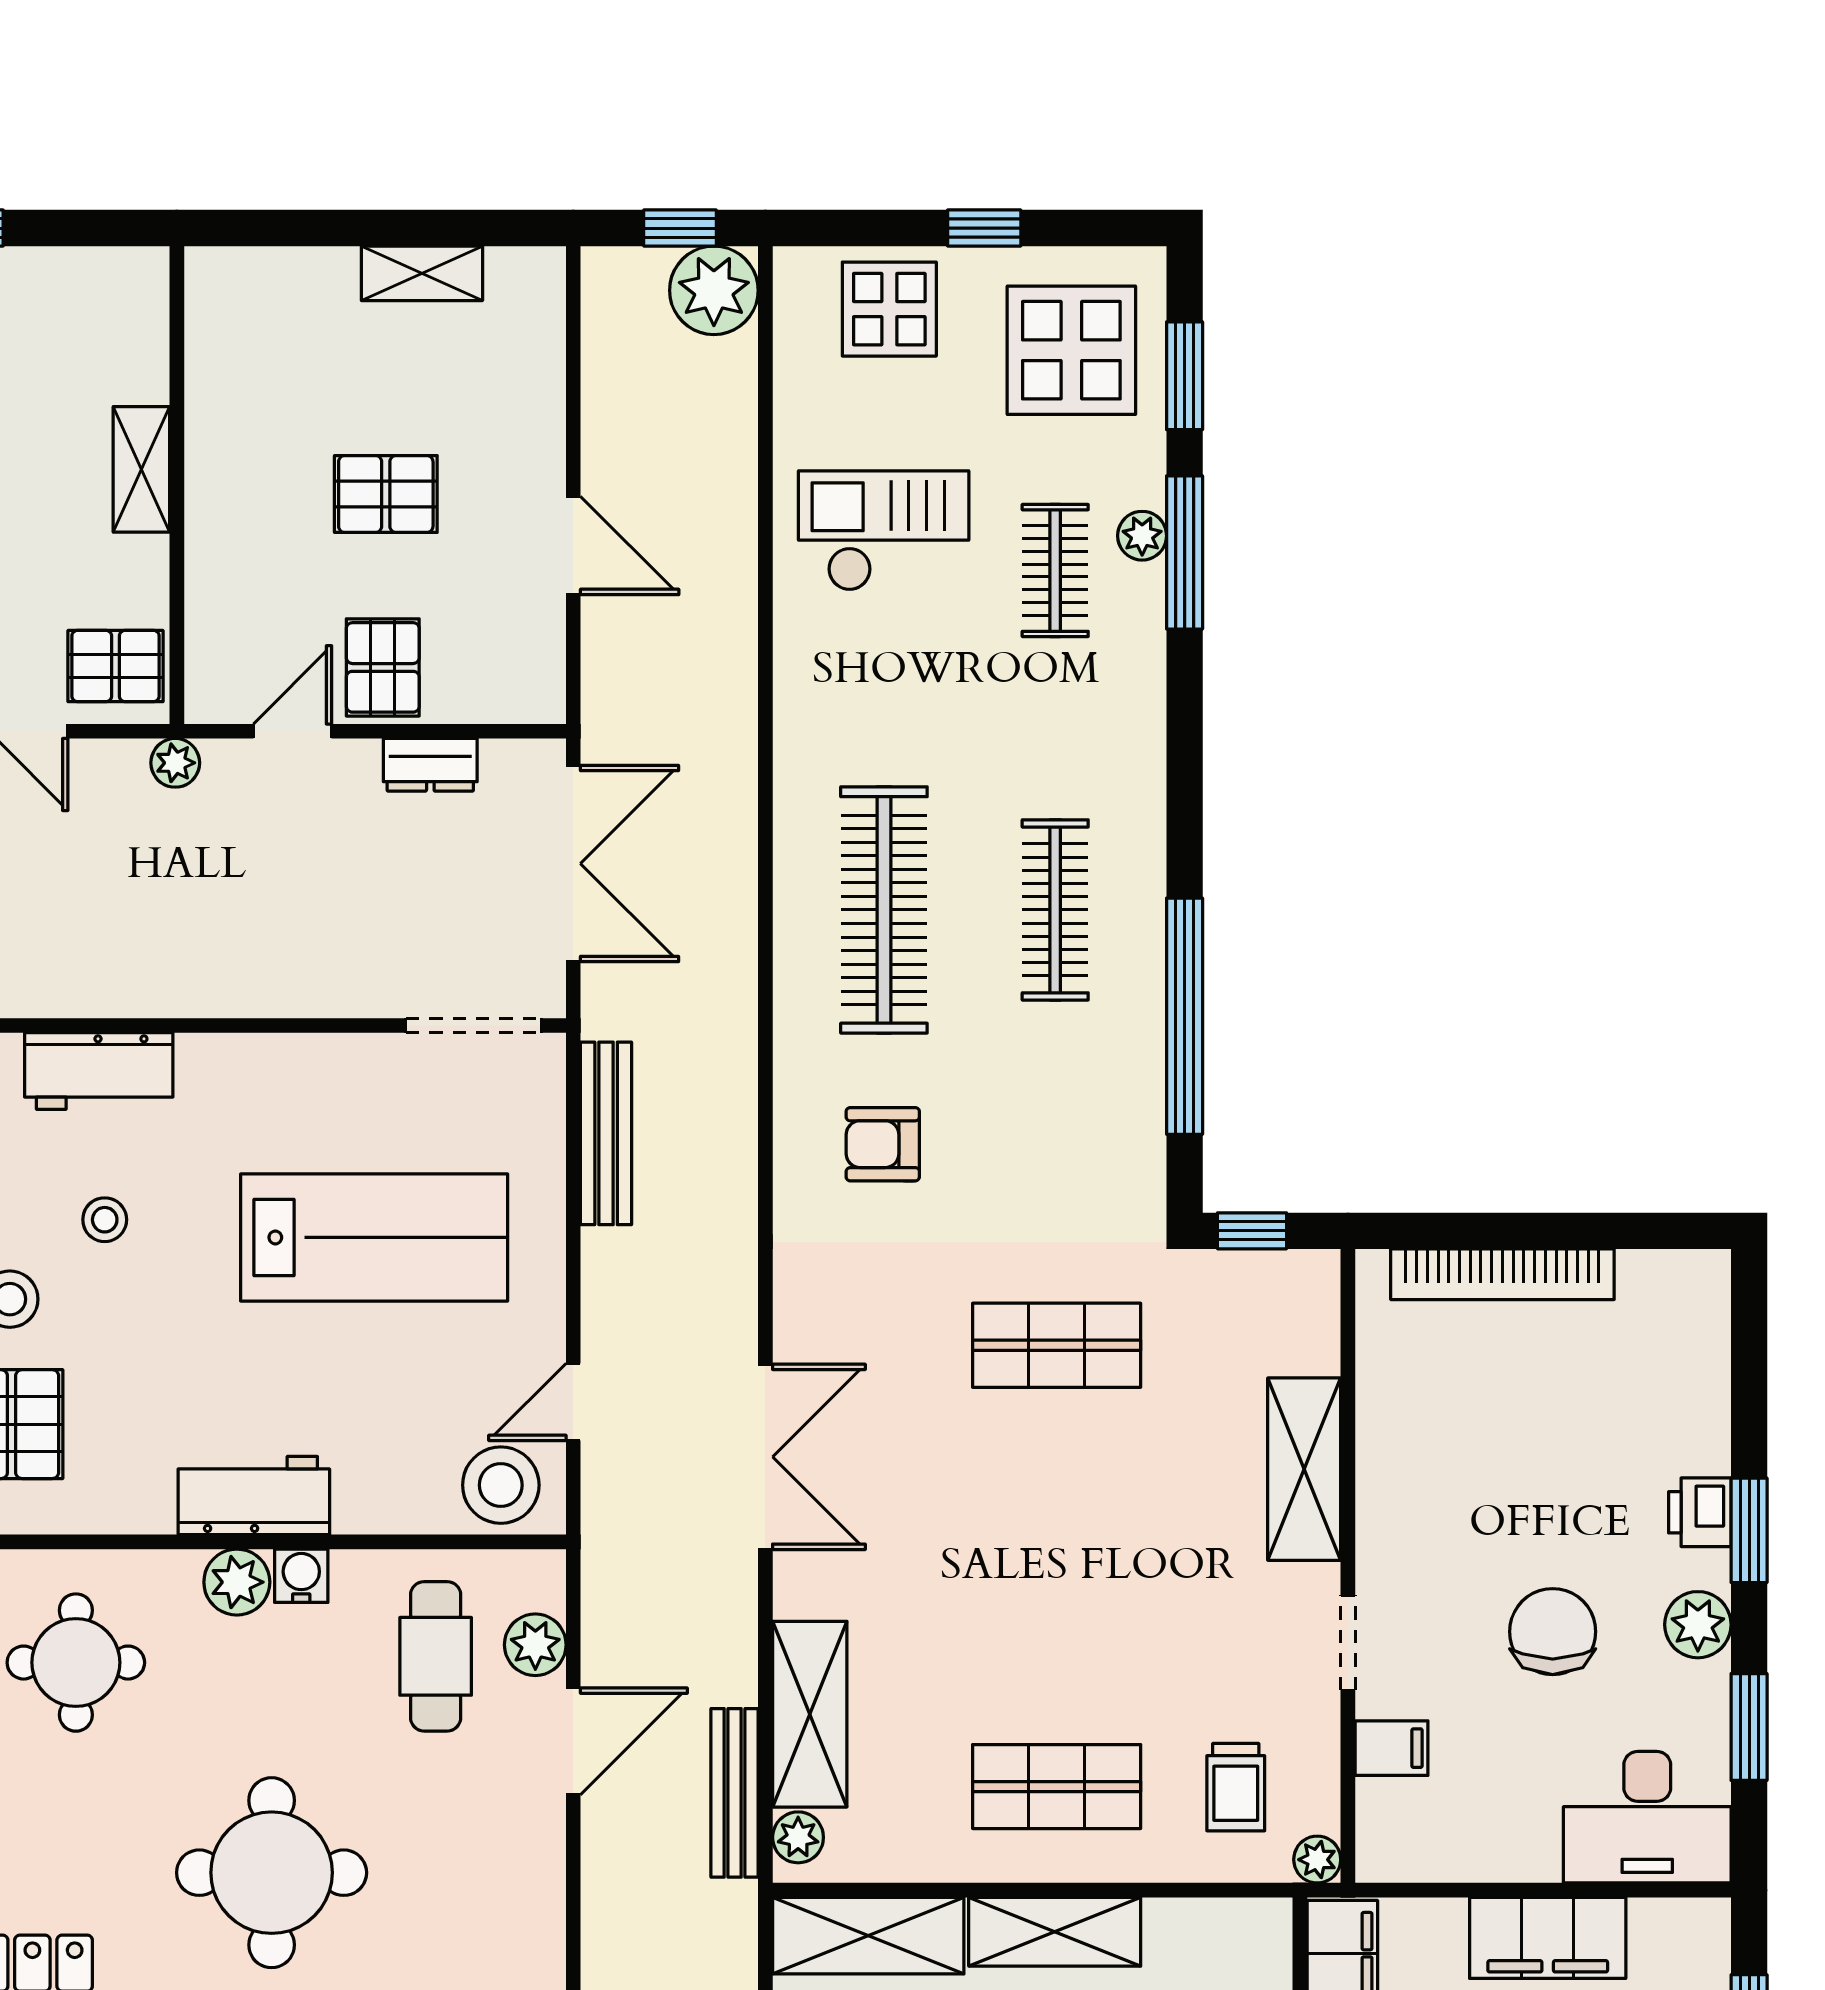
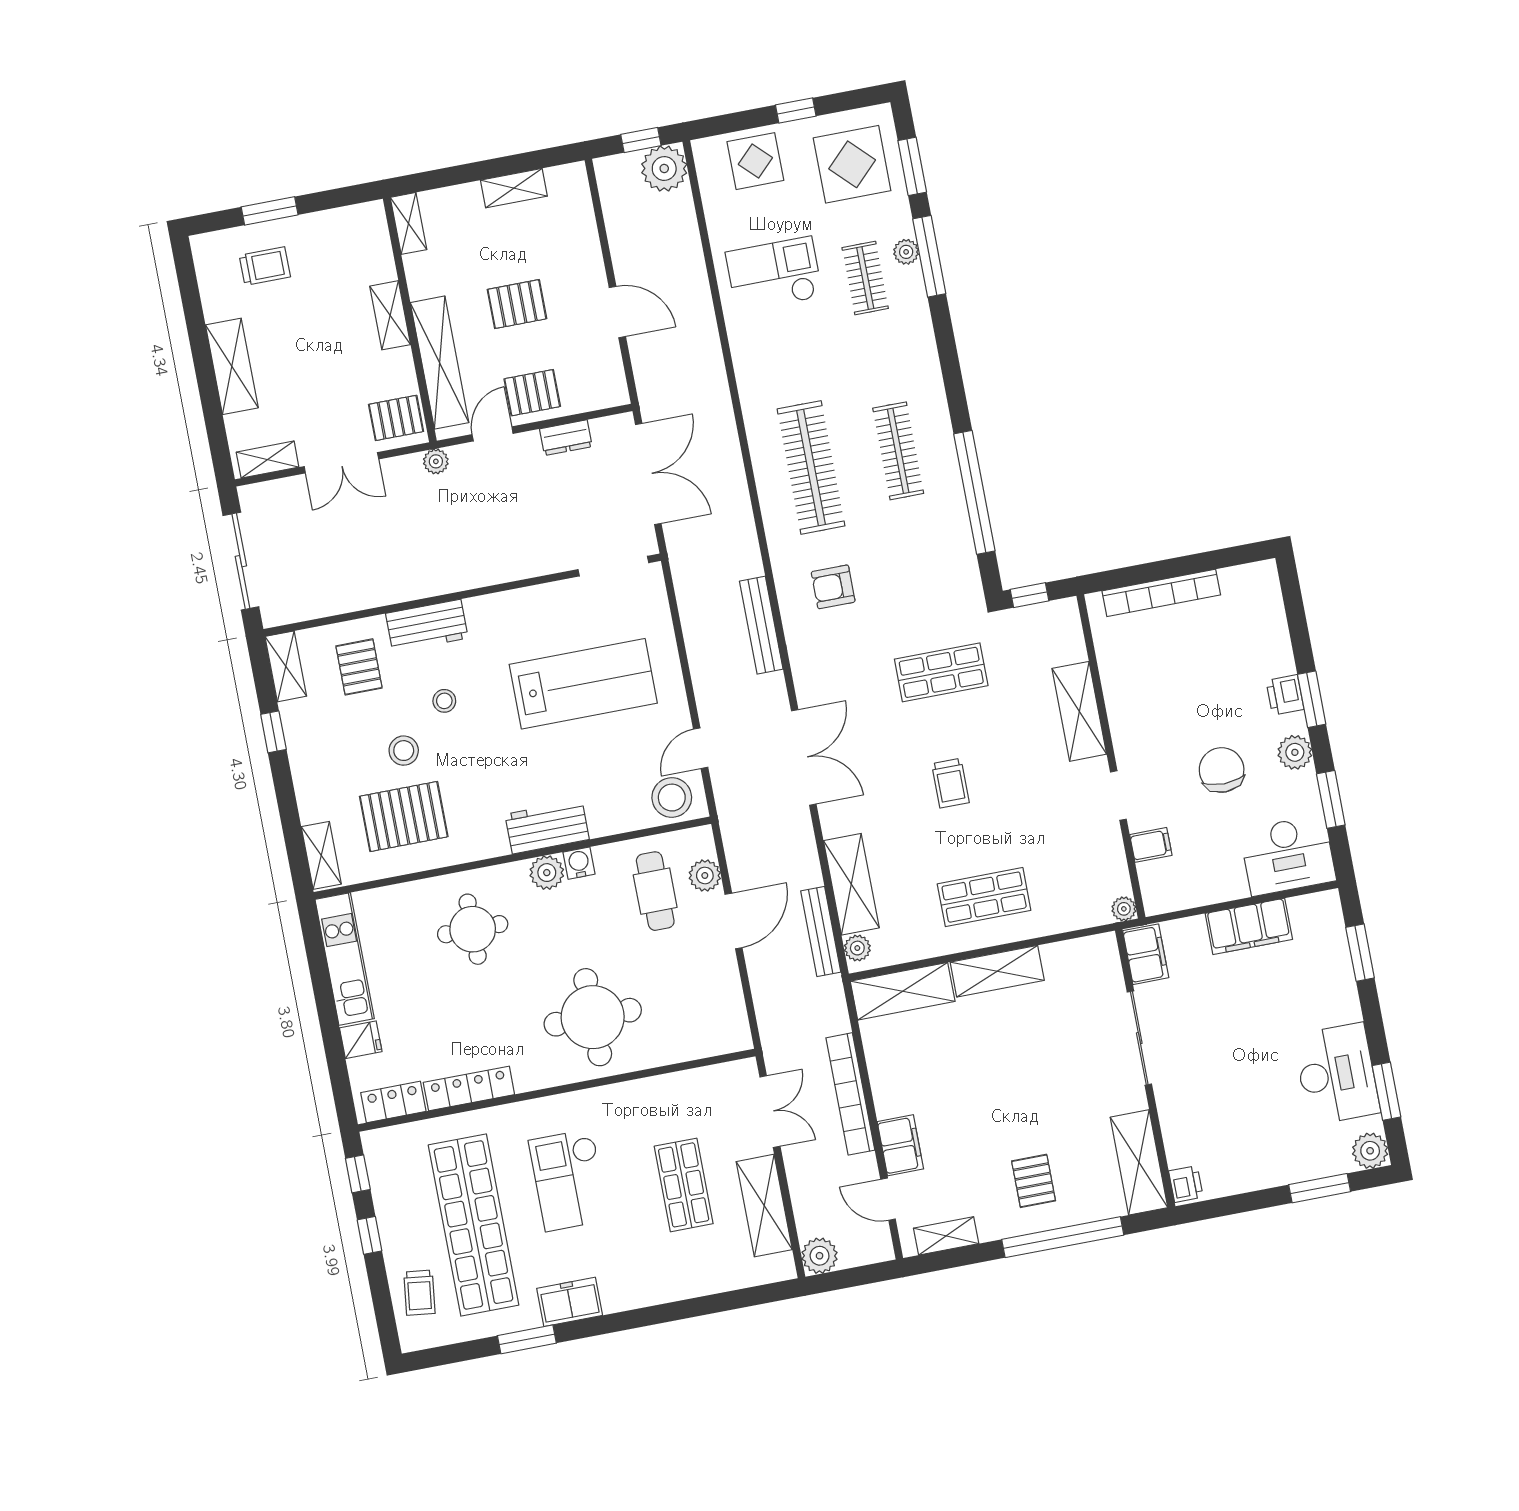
shelving: (209, 302) -> (408, 223), added
shelving: (218, 577) -> (440, 363), added
pallet: (383, 667) -> (532, 393), turned 90
bench: (606, 1133) -> (761, 625), moved
trolley: (1236, 1787) -> (950, 783), moved

